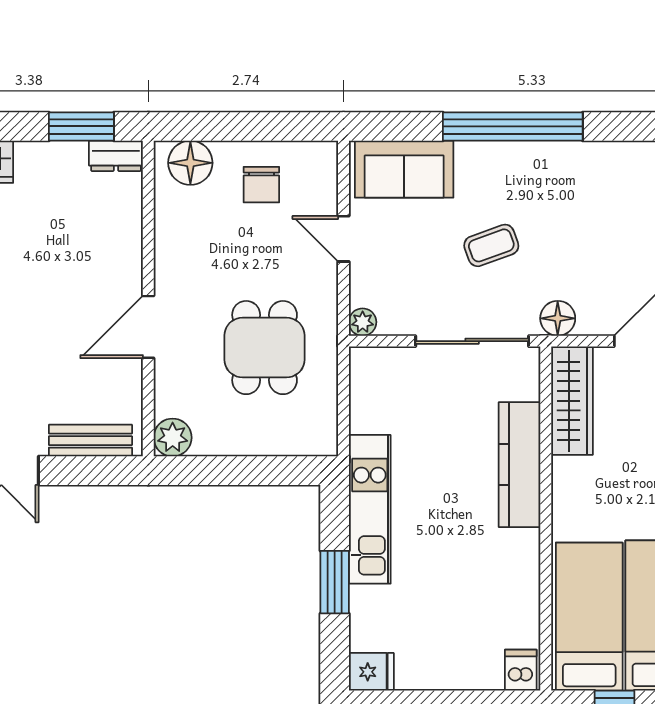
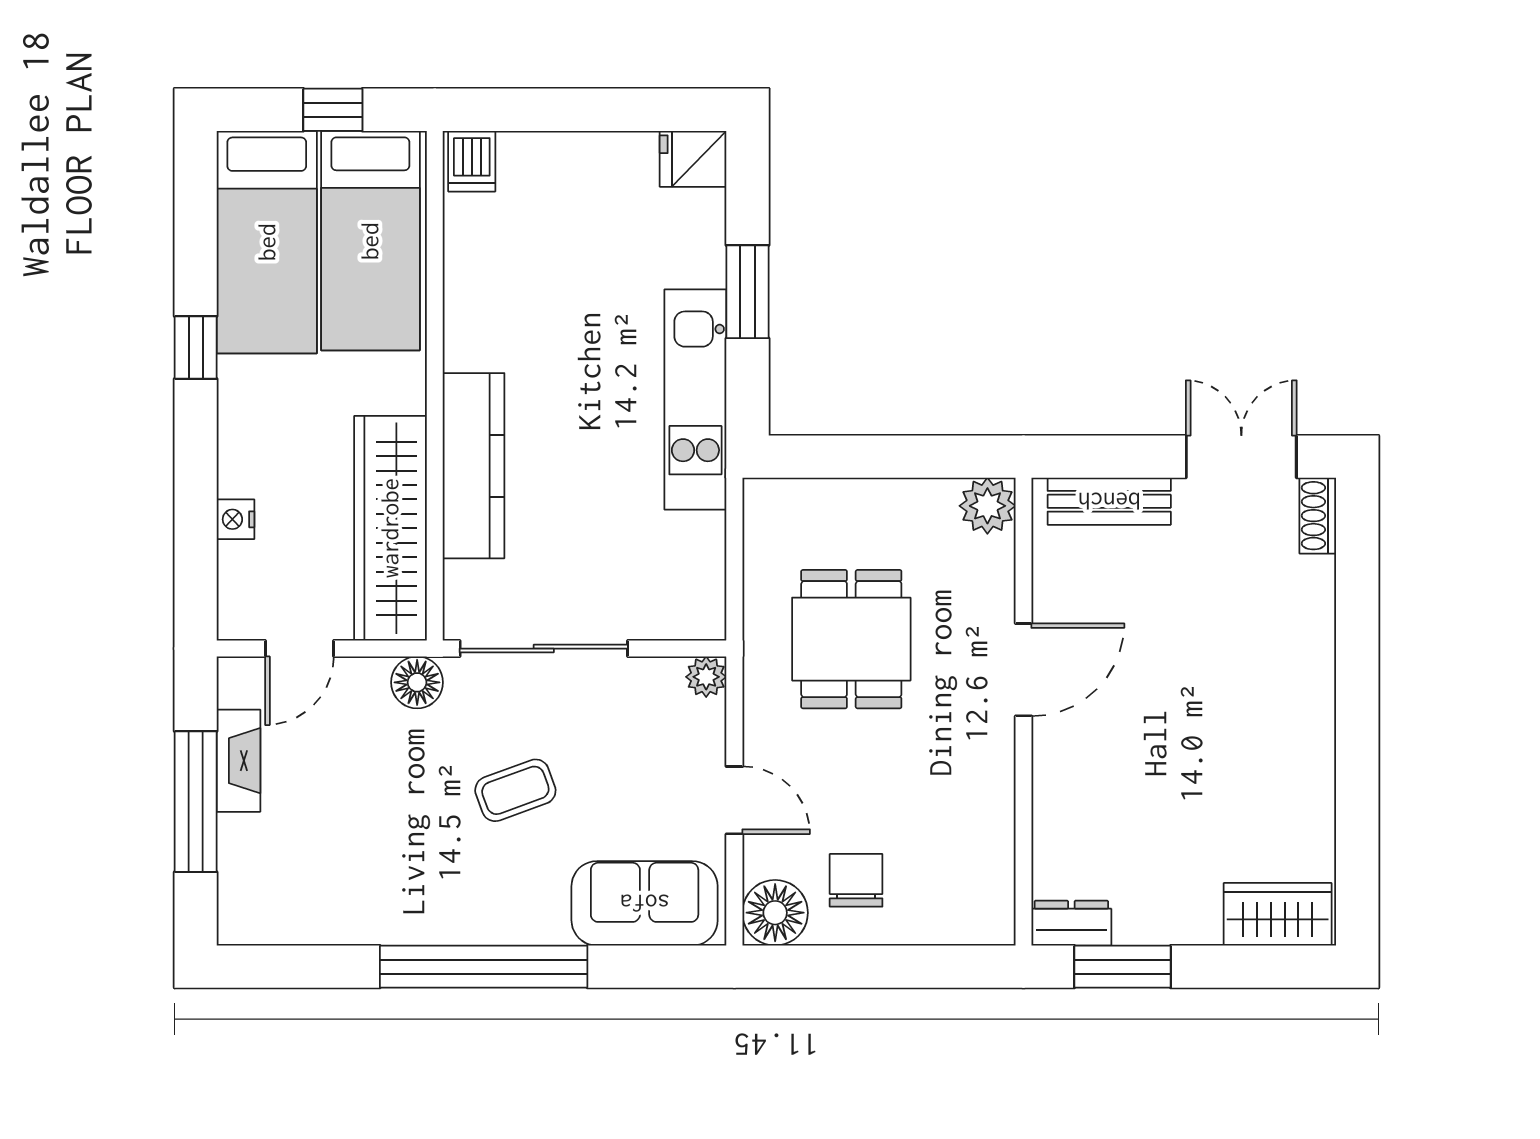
floor lamp: (190, 163) -> (775, 913), moved
wardrobe: (572, 401) -> (390, 528), width x1.40, depth x1.17

